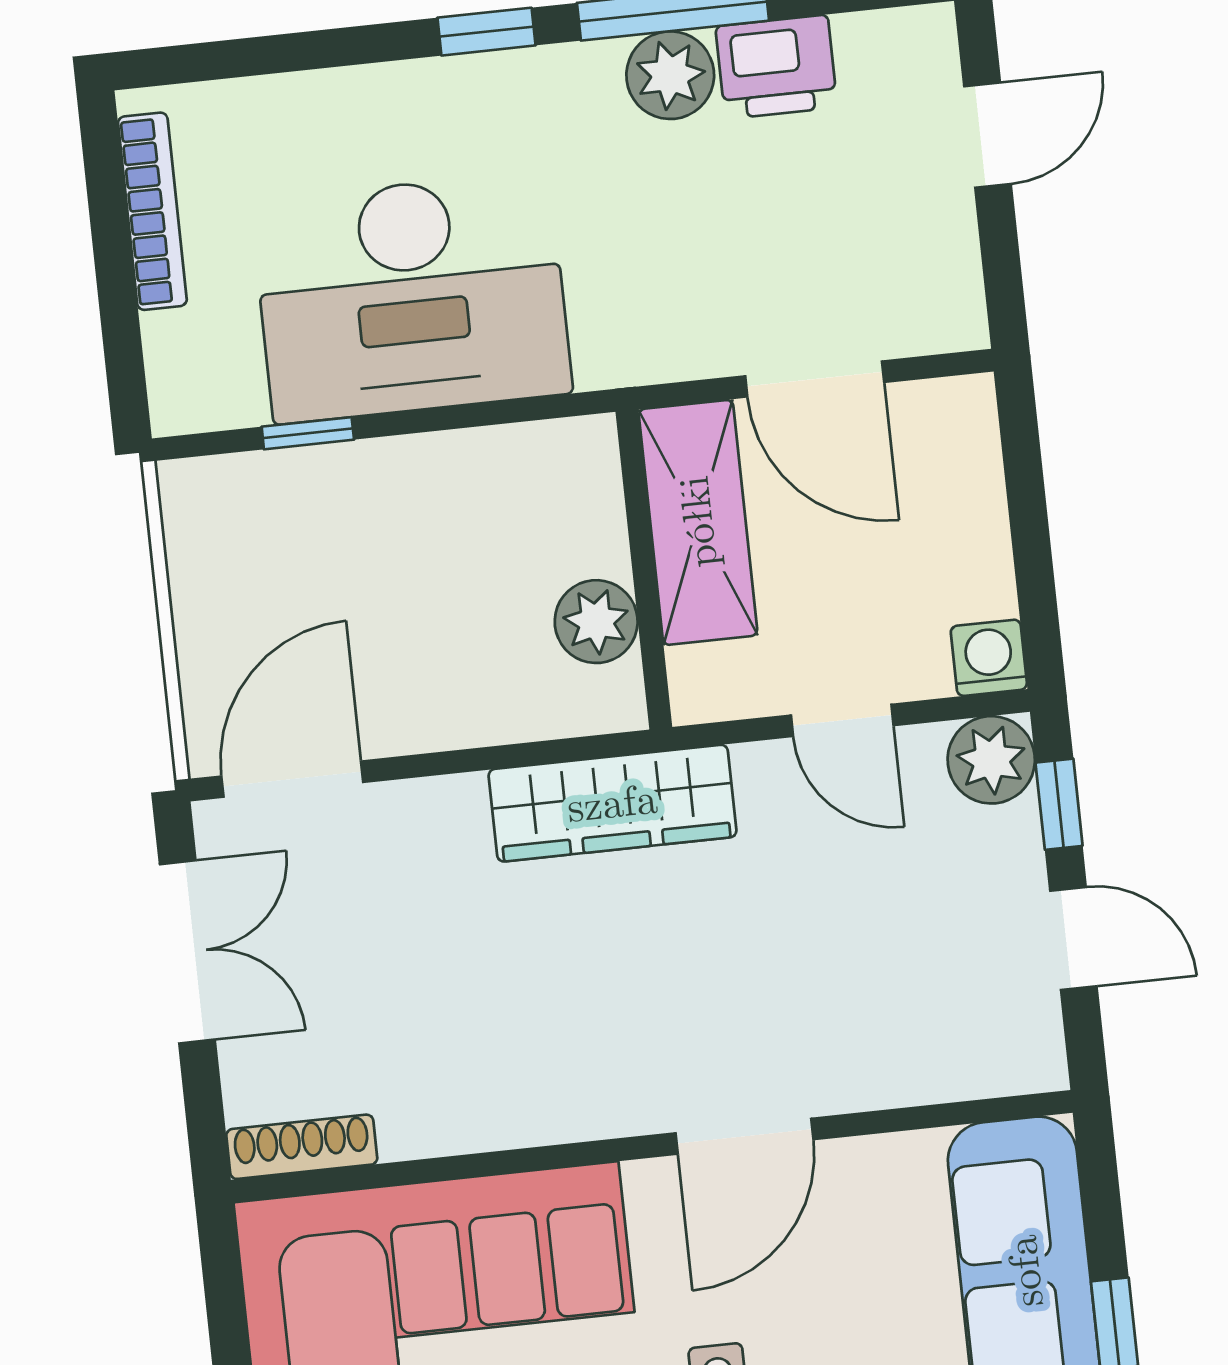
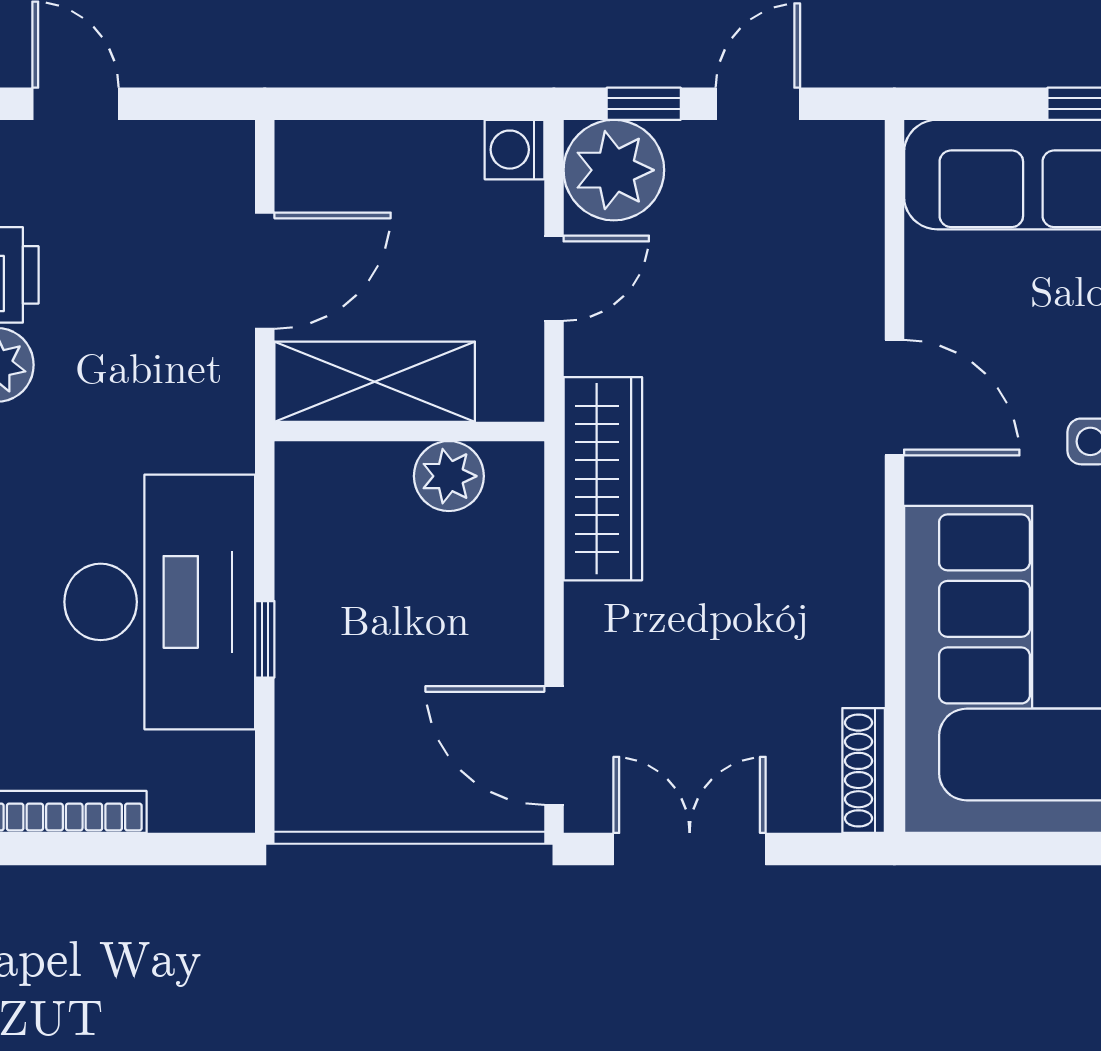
window: (308, 433) -> (265, 639), moved
plant: (991, 760) -> (614, 170), width x1.36, depth x1.36

